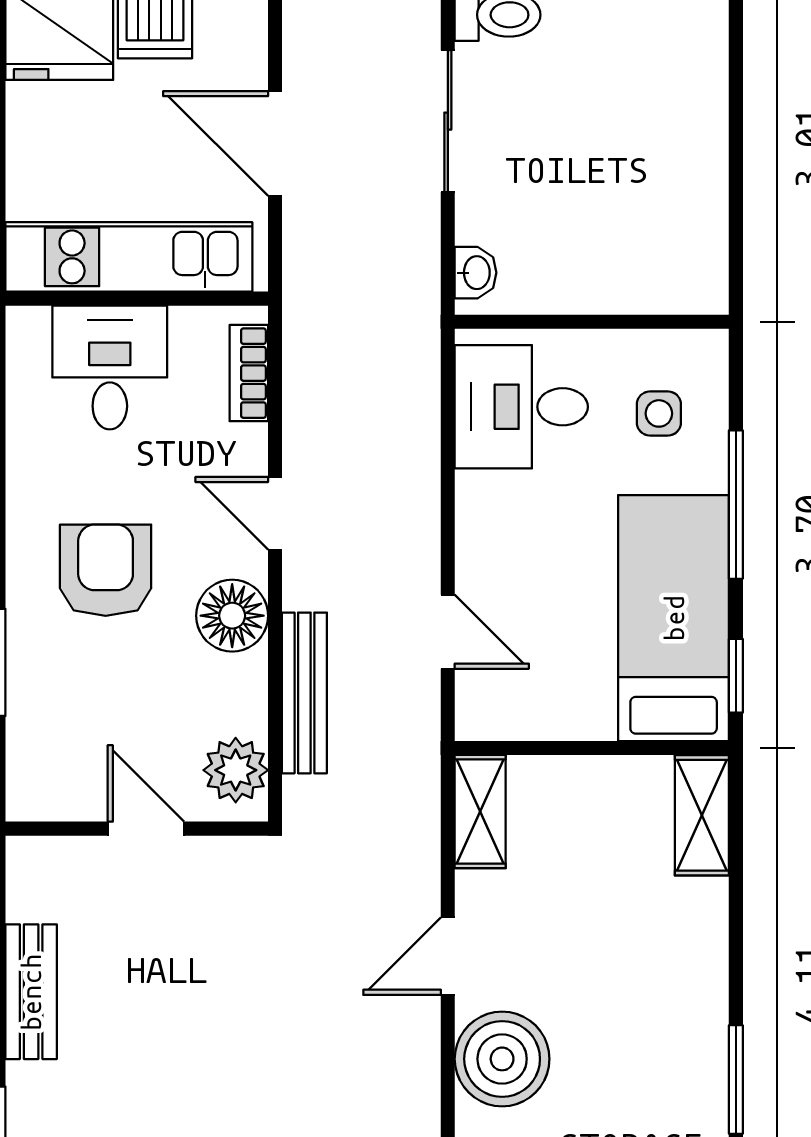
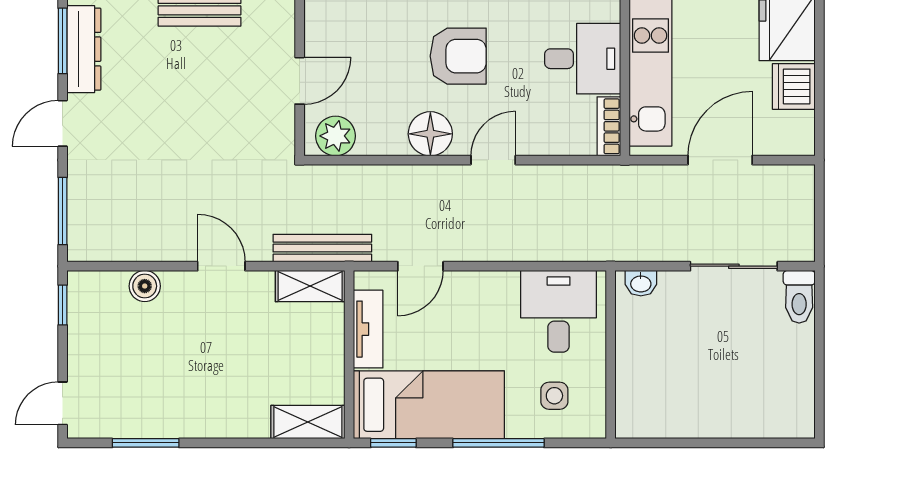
bookcase: (249, 373) -> (609, 126), moved, turned -90
bench: (304, 693) -> (322, 248), moved
tv unit: (550, 717) -> (368, 329), added
boiler: (502, 1059) -> (145, 286), width x0.54, depth x0.54

